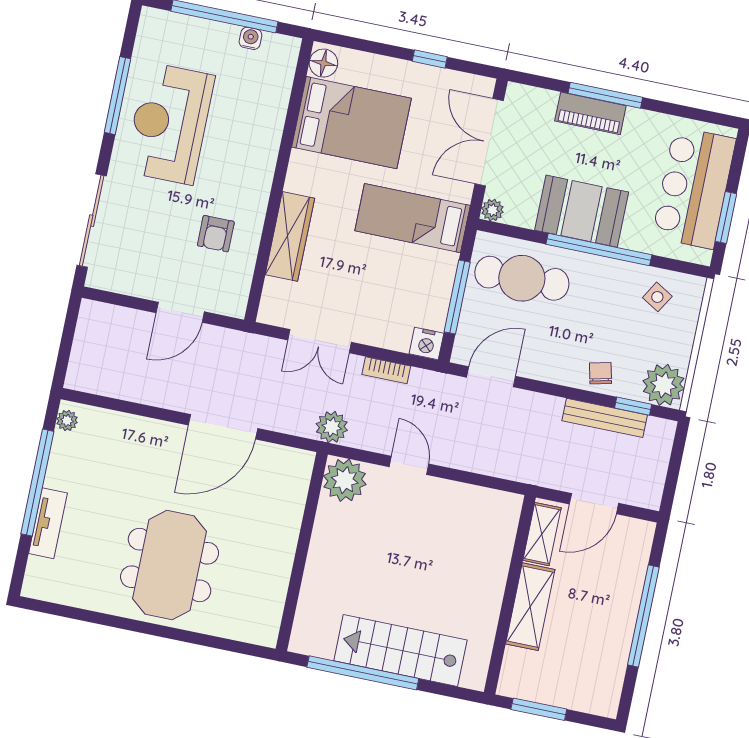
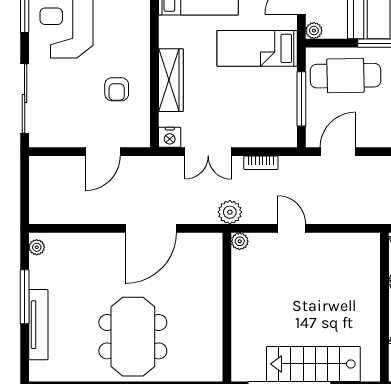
nightstand: (426, 344) -> (170, 137), moved
plant: (345, 480) -> (240, 241), width x0.53, depth x0.53
window: (37, 483) -> (25, 297), width x0.68
tv unit: (48, 523) -> (38, 325), width x1.41

